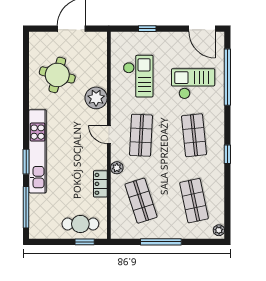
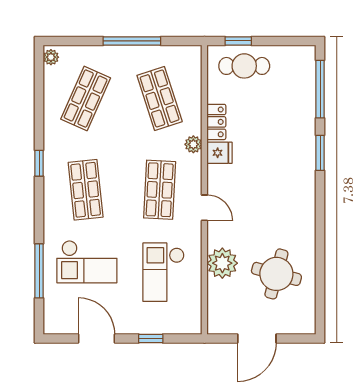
door: (202, 29) -> (96, 339), moved
window: (227, 77) -> (39, 271), width x0.68
plant: (96, 98) -> (222, 263), moved
door: (109, 135) -> (204, 208), moved
kitchen unit: (38, 151) -> (304, 167), removed
fridge: (98, 162) -> (220, 153), added
shop shelf: (194, 201) -> (86, 99), turned 36

